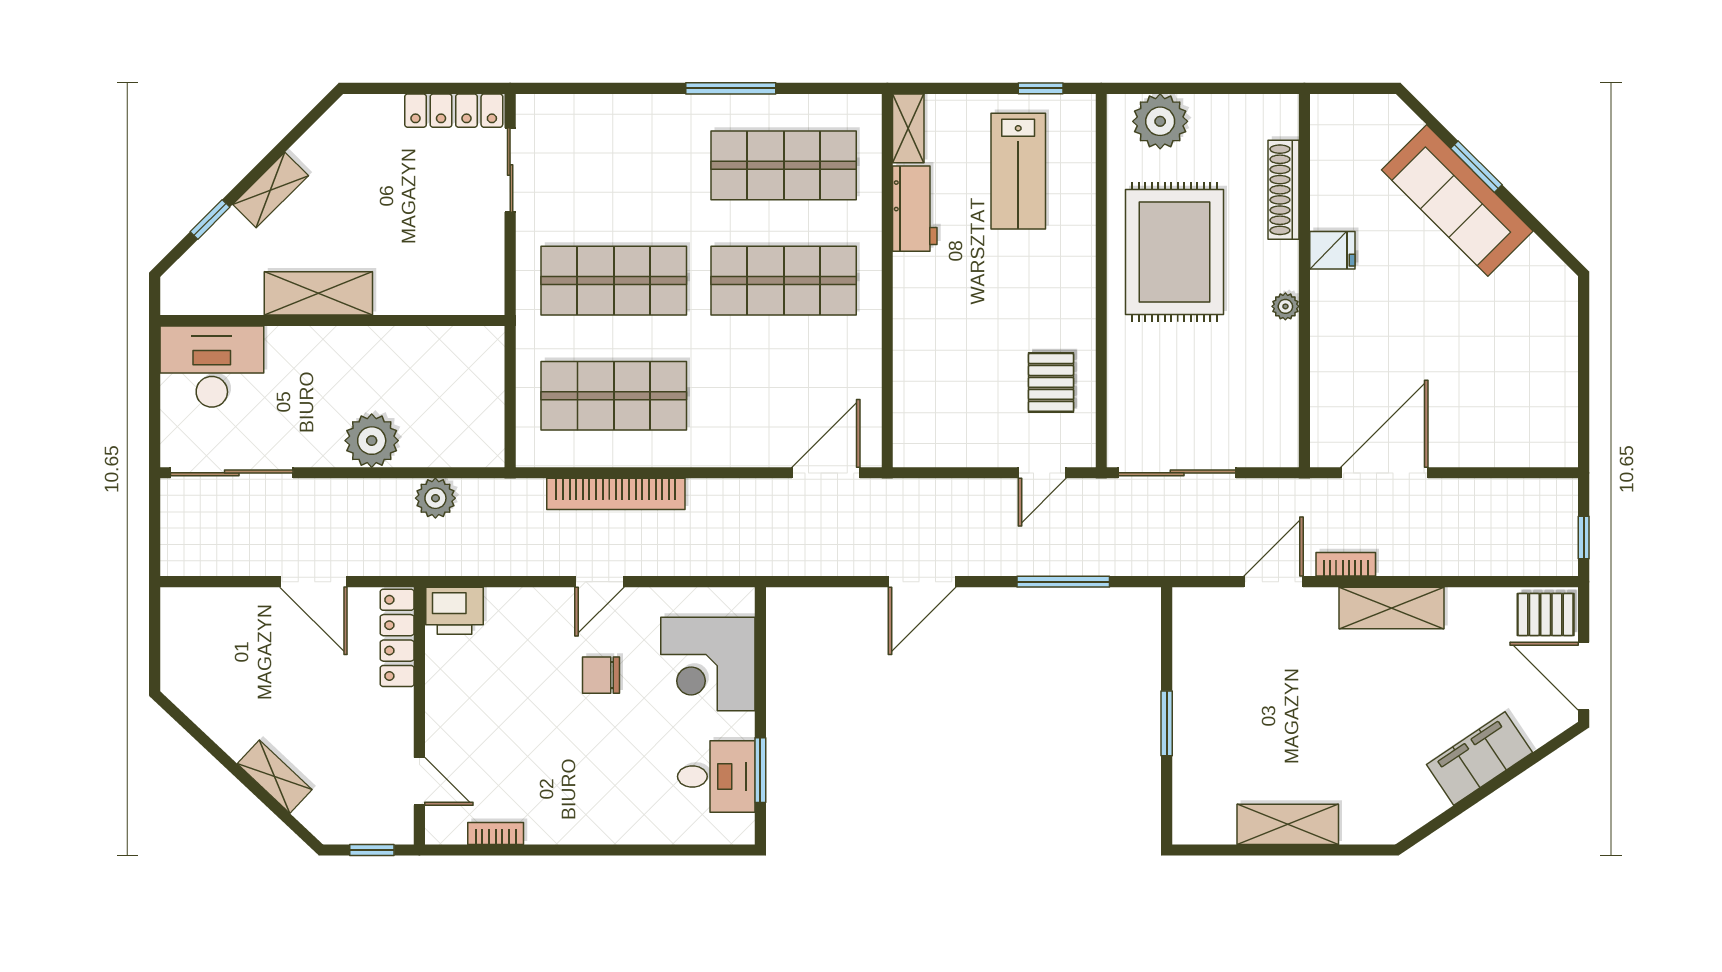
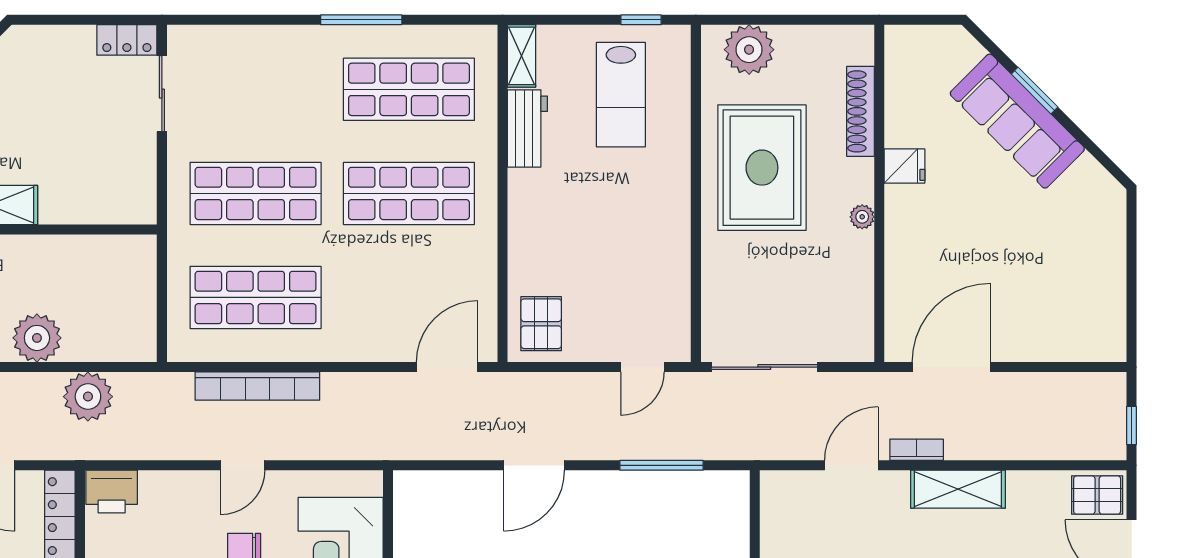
locker: (454, 111) -> (127, 40), width x0.66
pallet: (1051, 382) -> (541, 324), moved
plant: (435, 498) -> (88, 397), width x1.36, depth x1.36

